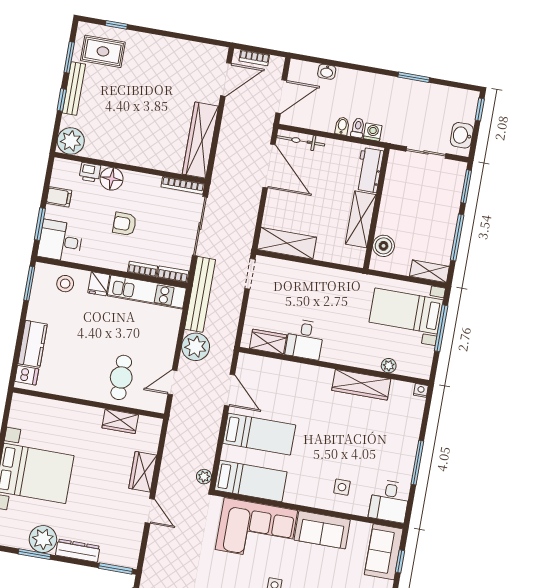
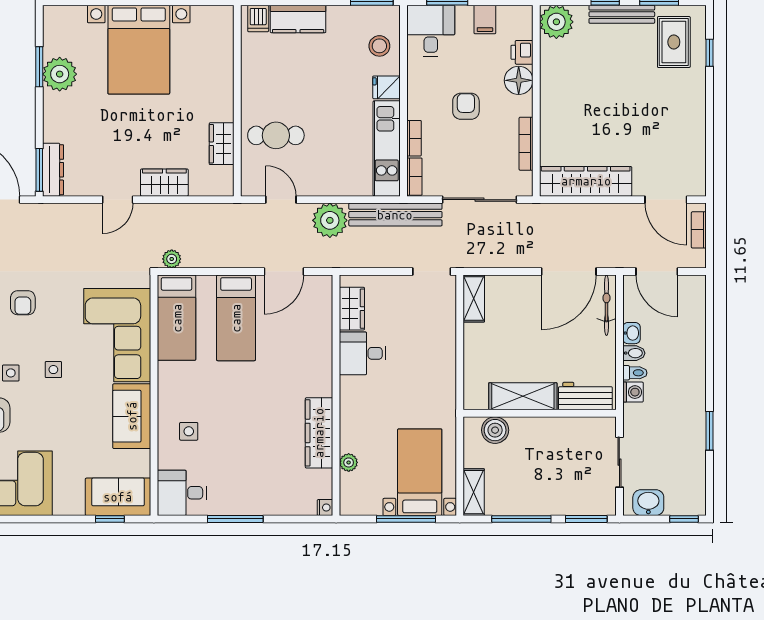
washbasin: (327, 72) -> (632, 333), moved, turned 180
bookcase: (183, 185) -> (526, 144), moved
shelving: (287, 243) -> (474, 299), width x0.67, depth x0.75
dresser: (78, 551) -> (53, 170), moved

